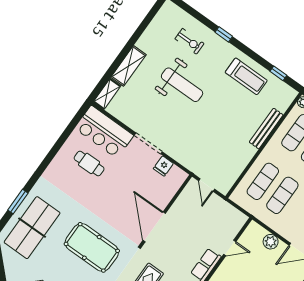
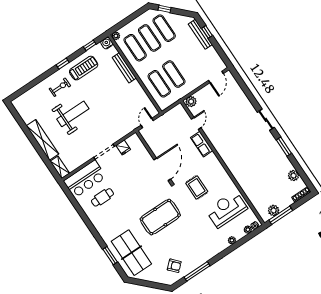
window: (224, 34) -> (63, 64), moved
exercise bike: (189, 41) -> (60, 87), moved
shelving: (129, 66) -> (43, 140), width x1.47
water cooler: (290, 94) -> (107, 43), added
door: (207, 185) -> (147, 123), swing flipped
door: (154, 227) -> (162, 169), swing flipped
plant: (271, 242) -> (191, 102), moved

